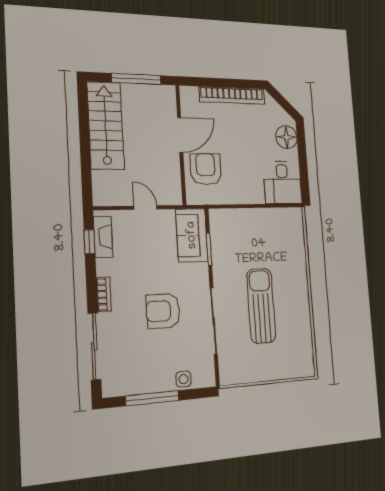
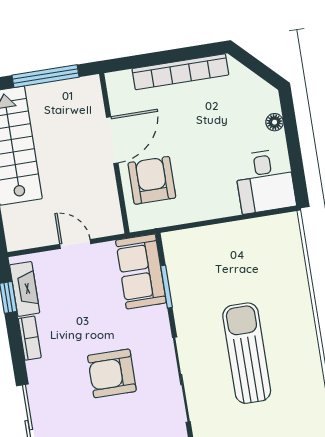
floor lamp: (286, 137) -> (275, 122), width x0.53, depth x0.53
bookcase: (104, 294) -> (30, 338), moved

